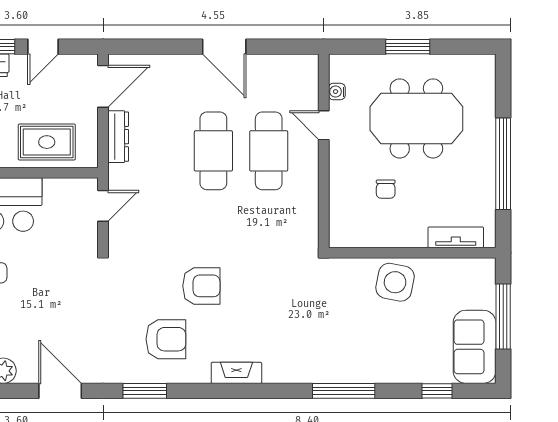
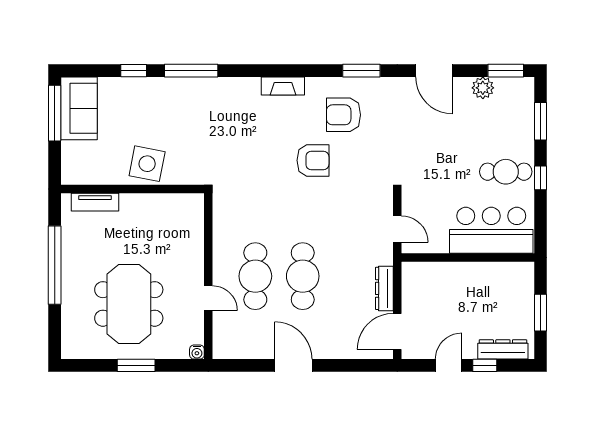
water cooler: (337, 92) -> (197, 352), moved, turned 90
meeting table: (416, 118) -> (129, 304), turned 90
rug: (47, 142) -> (445, 284), removed
chair: (386, 189) -> (155, 243), removed
door: (103, 206) -> (397, 229), swing flipped
armchair: (201, 286) -> (313, 160), turned 180
window: (503, 316) -> (55, 113), moved
window: (437, 391) -> (134, 71), moved

